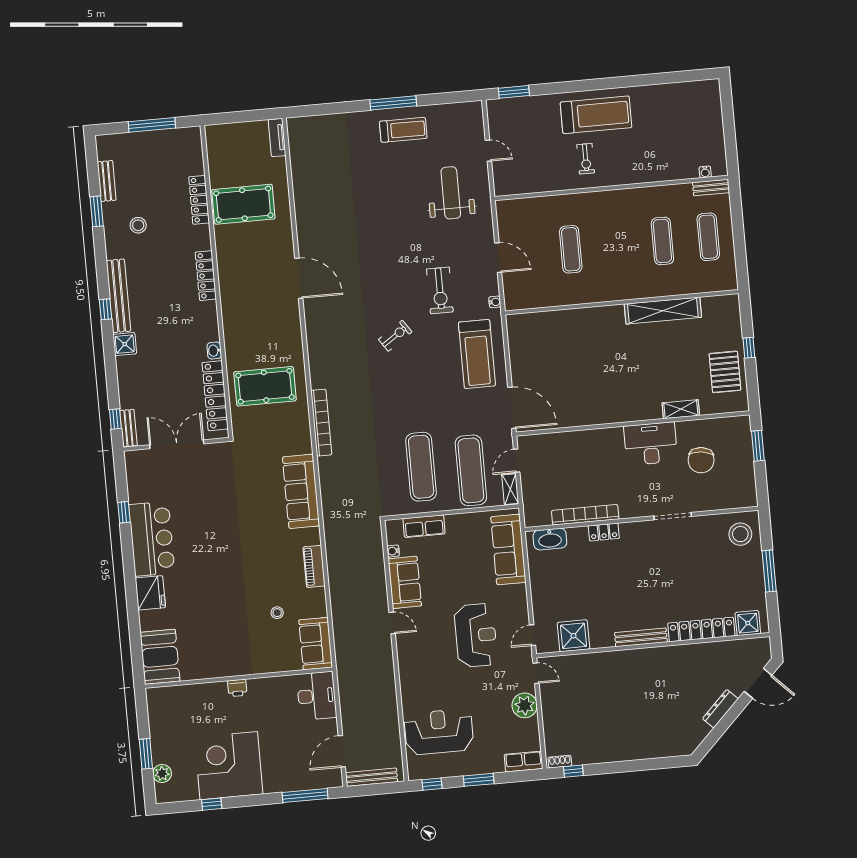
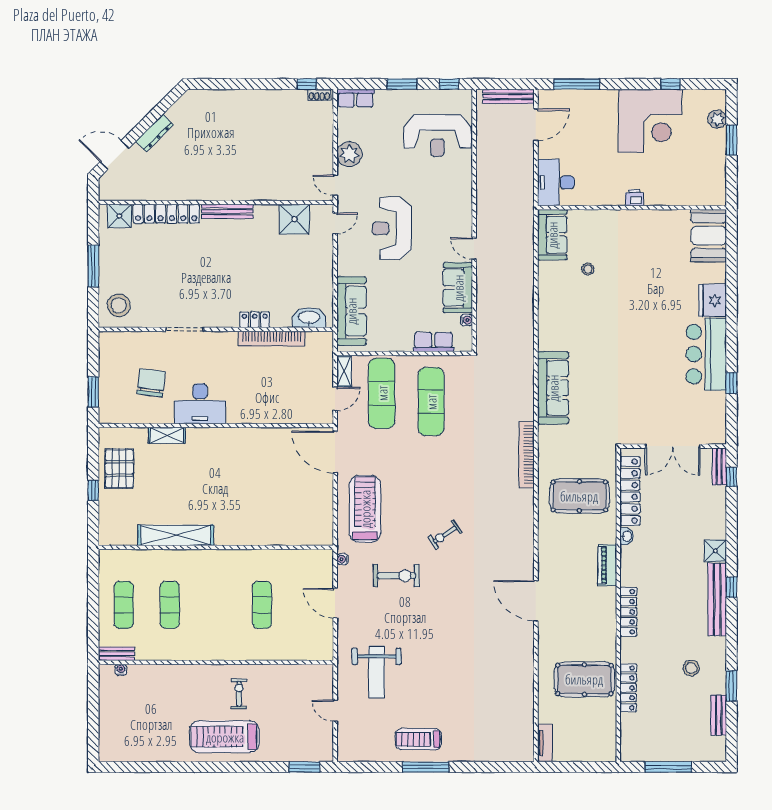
exercise bike: (440, 290) -> (396, 576), turned 90
piano: (314, 566) -> (607, 565), moved, turned 180

